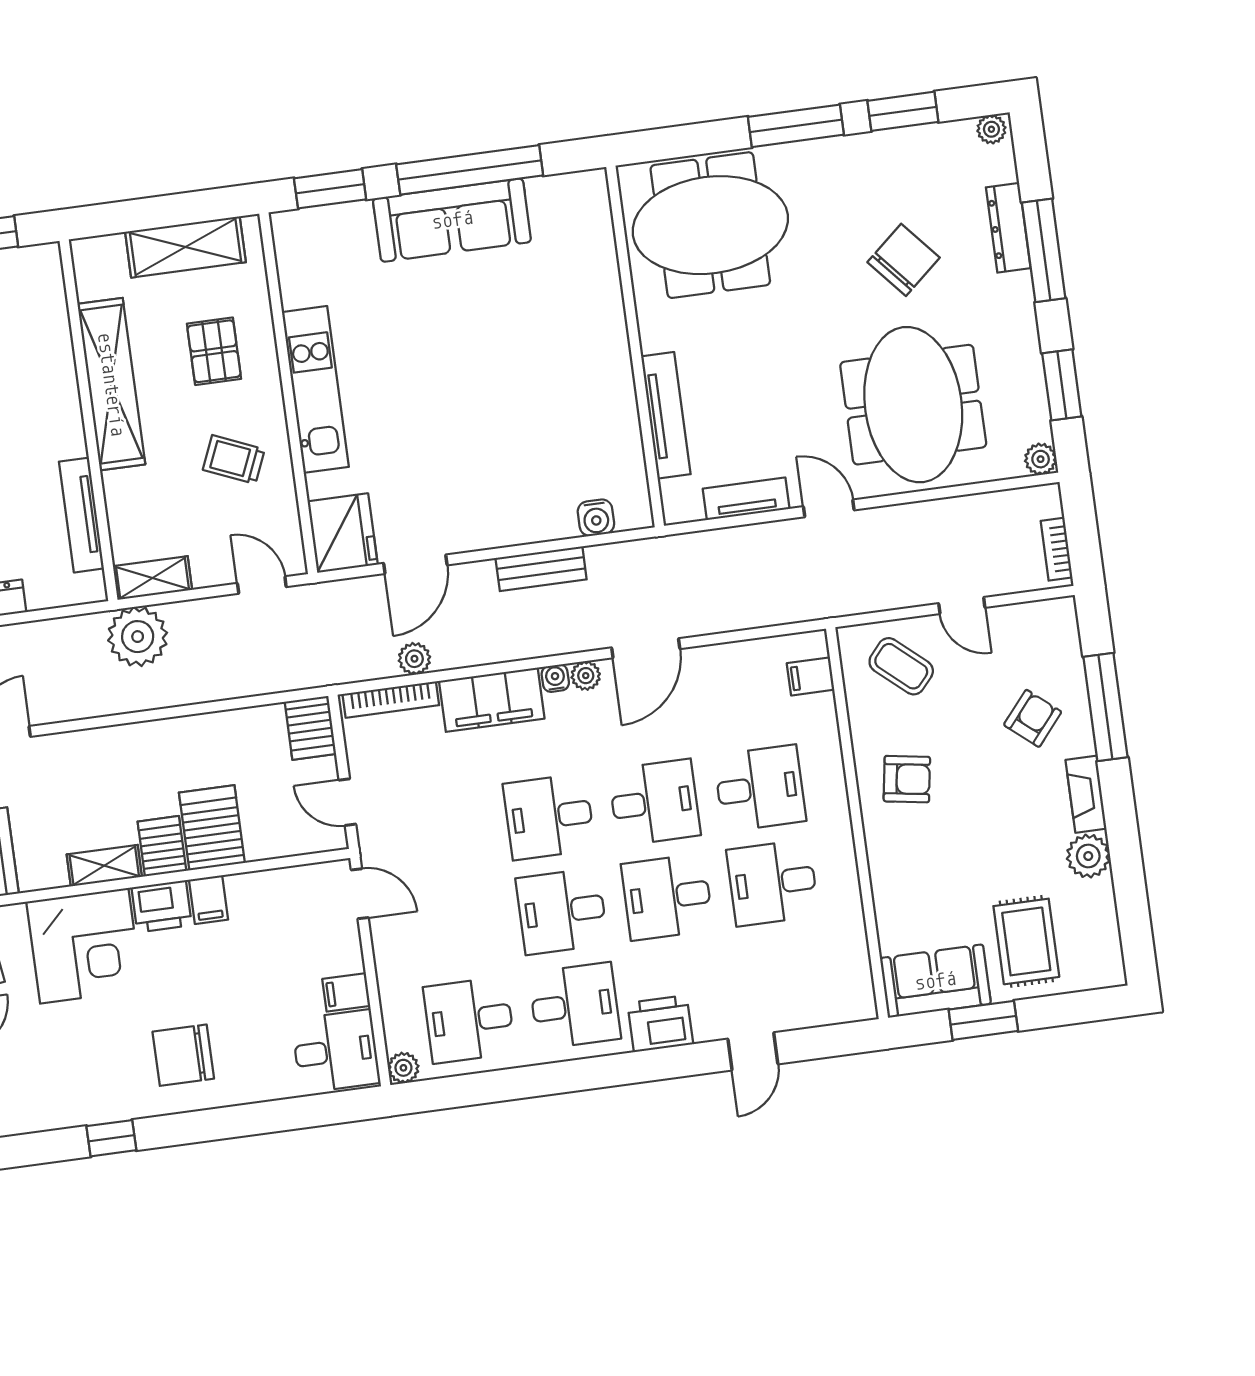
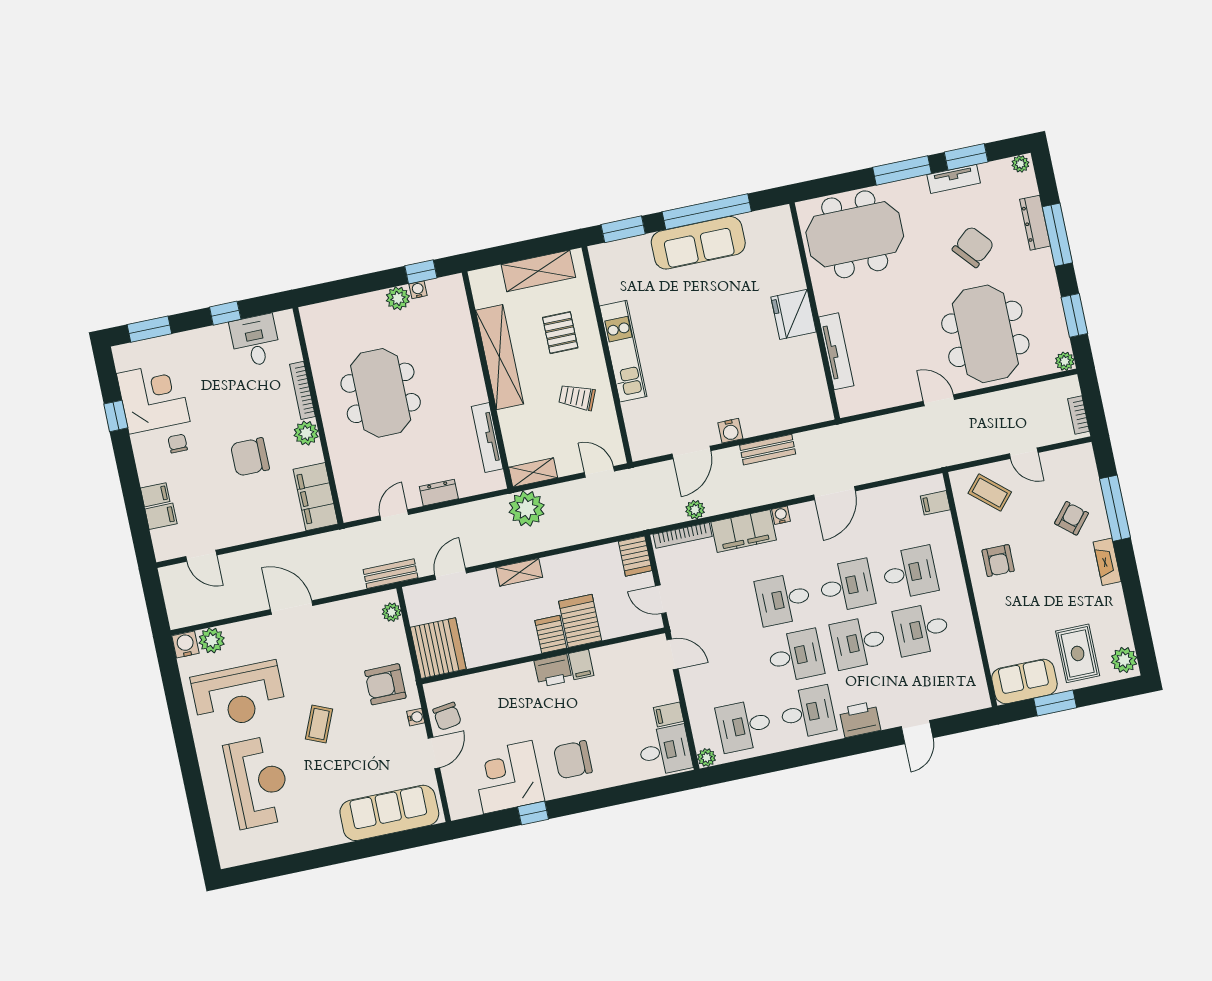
tv unit: (746, 499) -> (954, 179), moved, turned 180
water cooler: (596, 518) -> (730, 431), moved
fridge: (343, 533) -> (794, 314), moved, turned 180
plant: (586, 676) -> (799, 512), removed
armchair: (907, 779) -> (998, 561), turned 81
plant: (1088, 856) -> (1124, 660), moved
shelving: (104, 866) -> (519, 572), moved
desk: (562, 911) -> (795, 656), turned 180
corner desk: (84, 946) -> (508, 777), moved, turned 180

